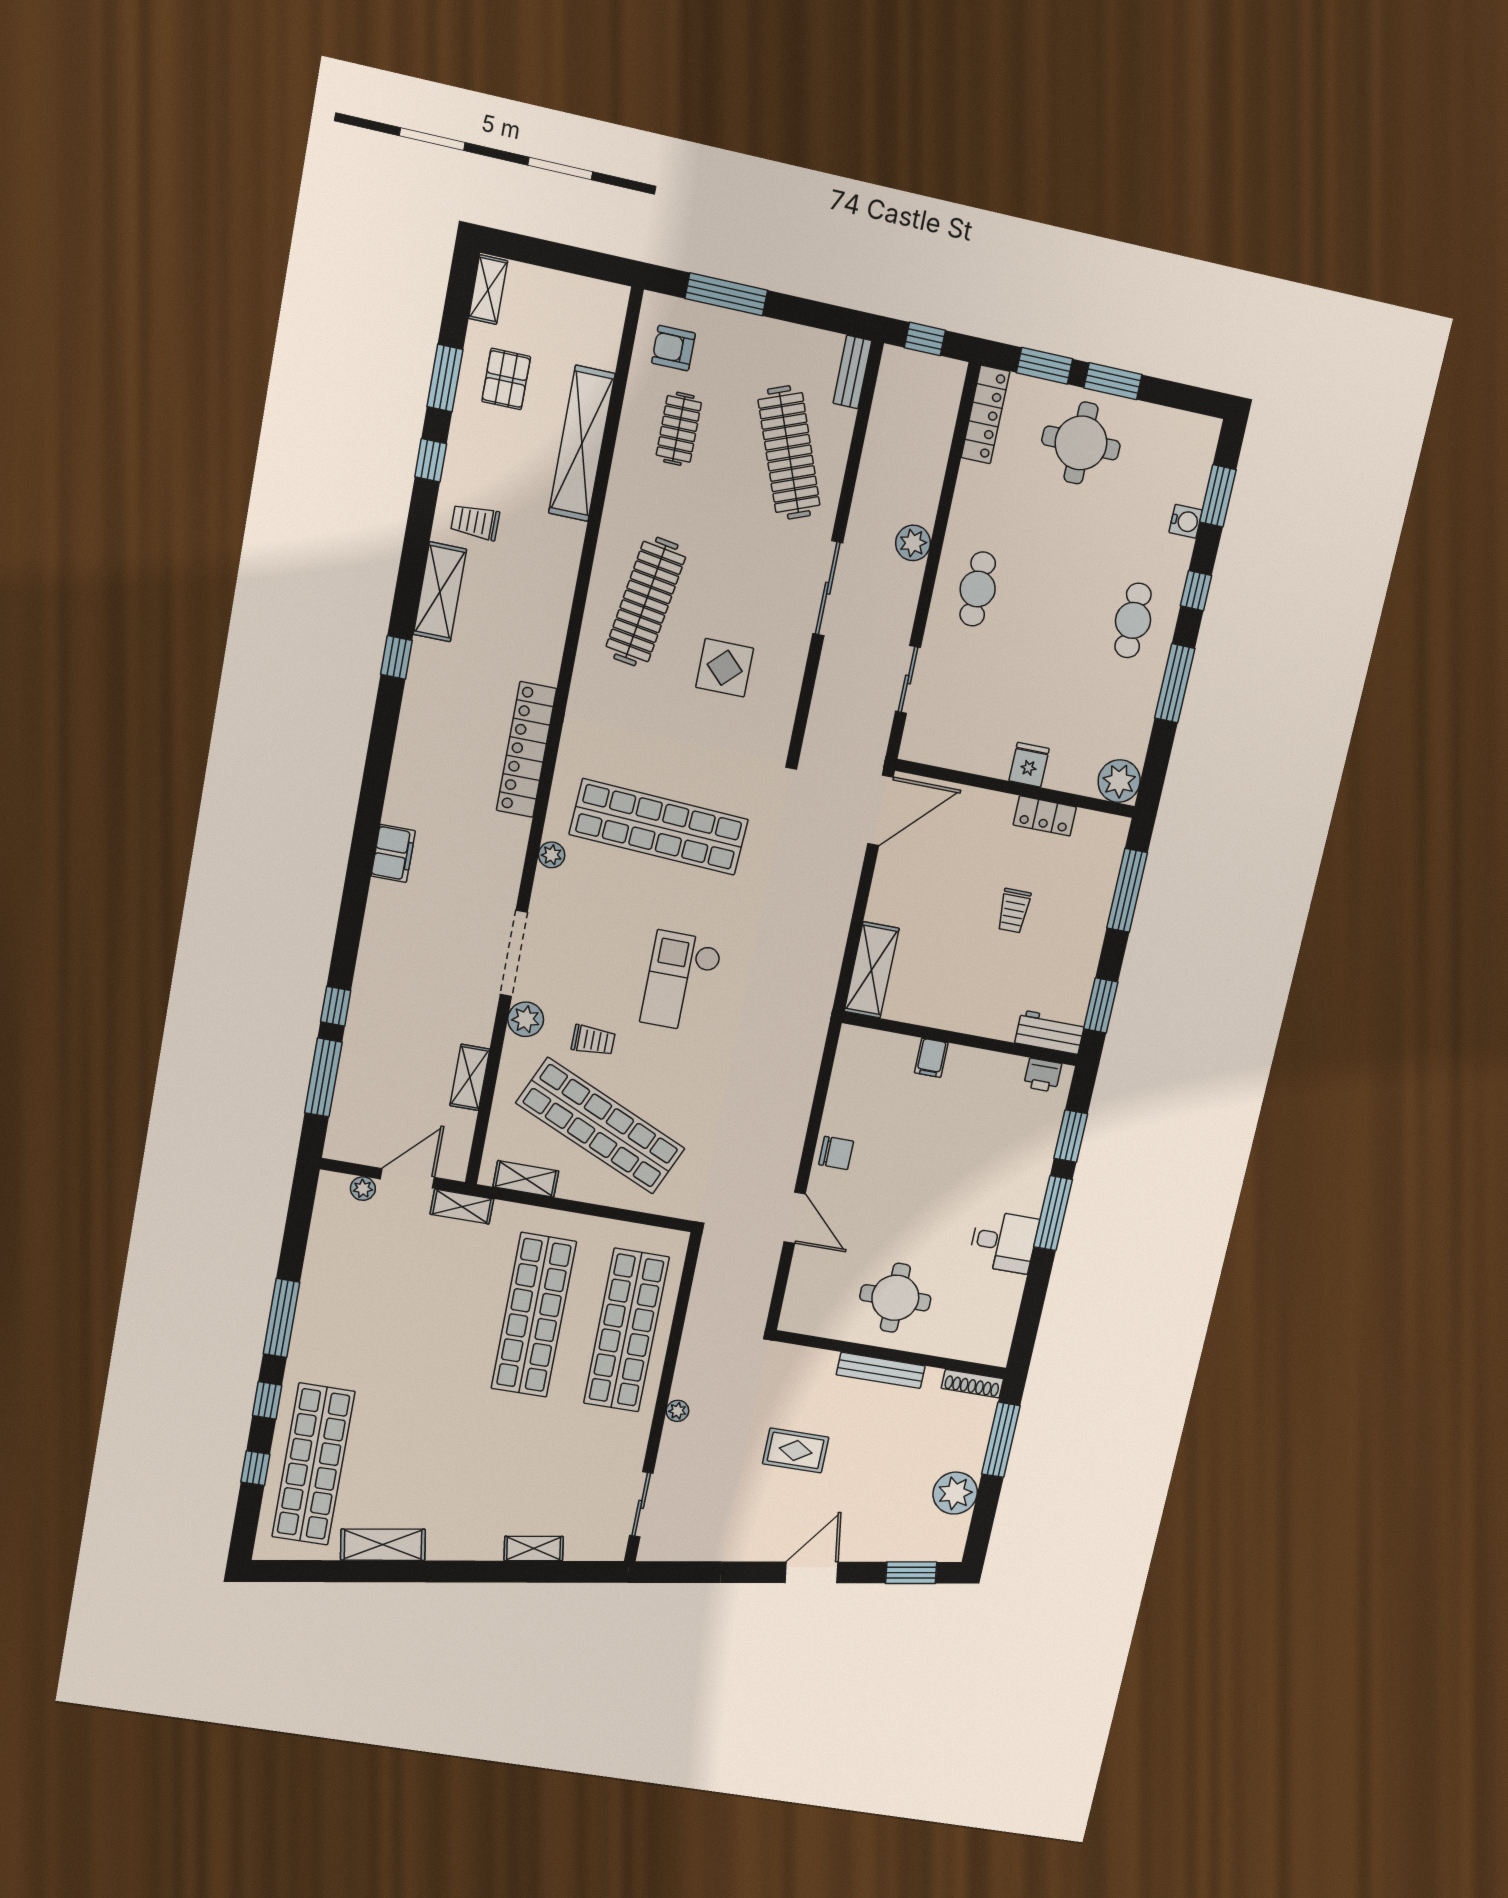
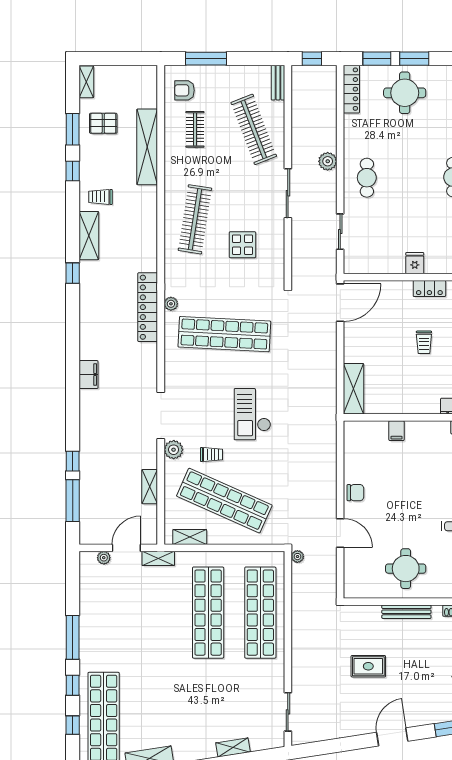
pallet: (506, 379) -> (103, 123), turned 90
plant: (552, 855) -> (171, 304), moved
plant: (677, 1411) -> (297, 557), moved

